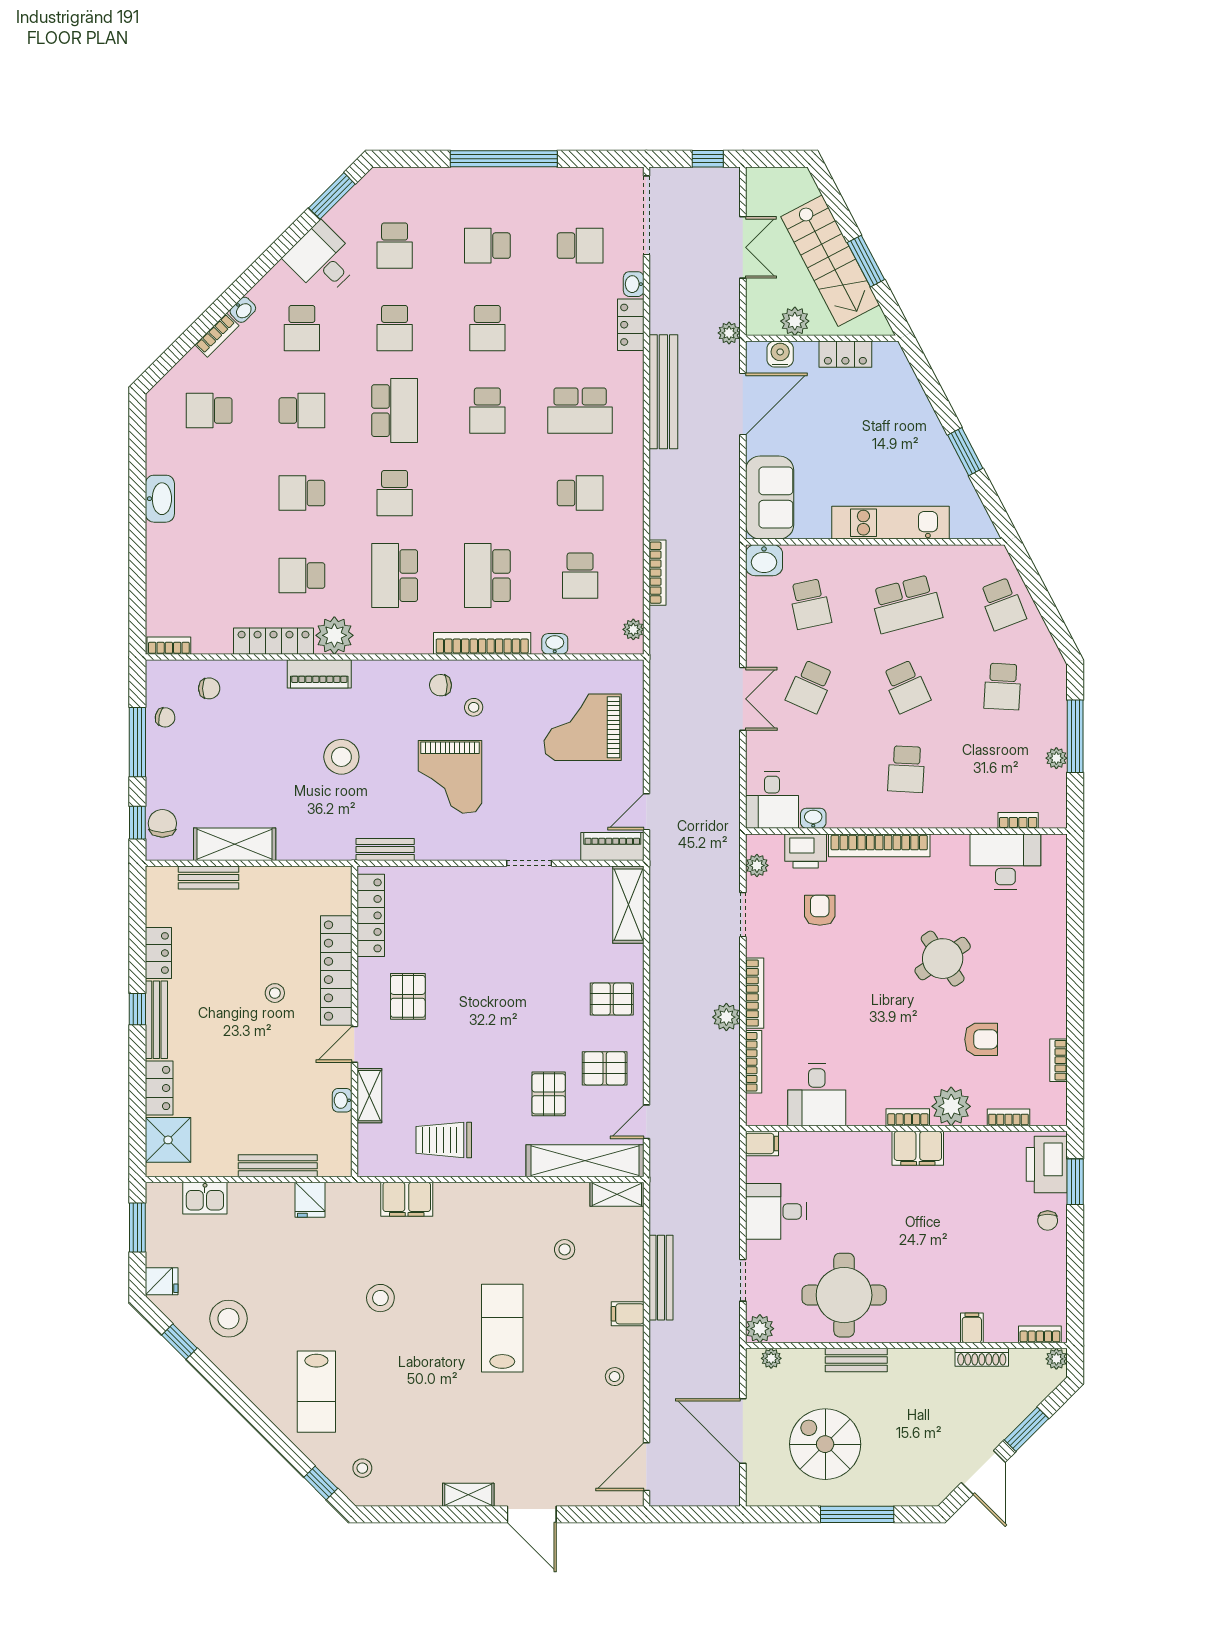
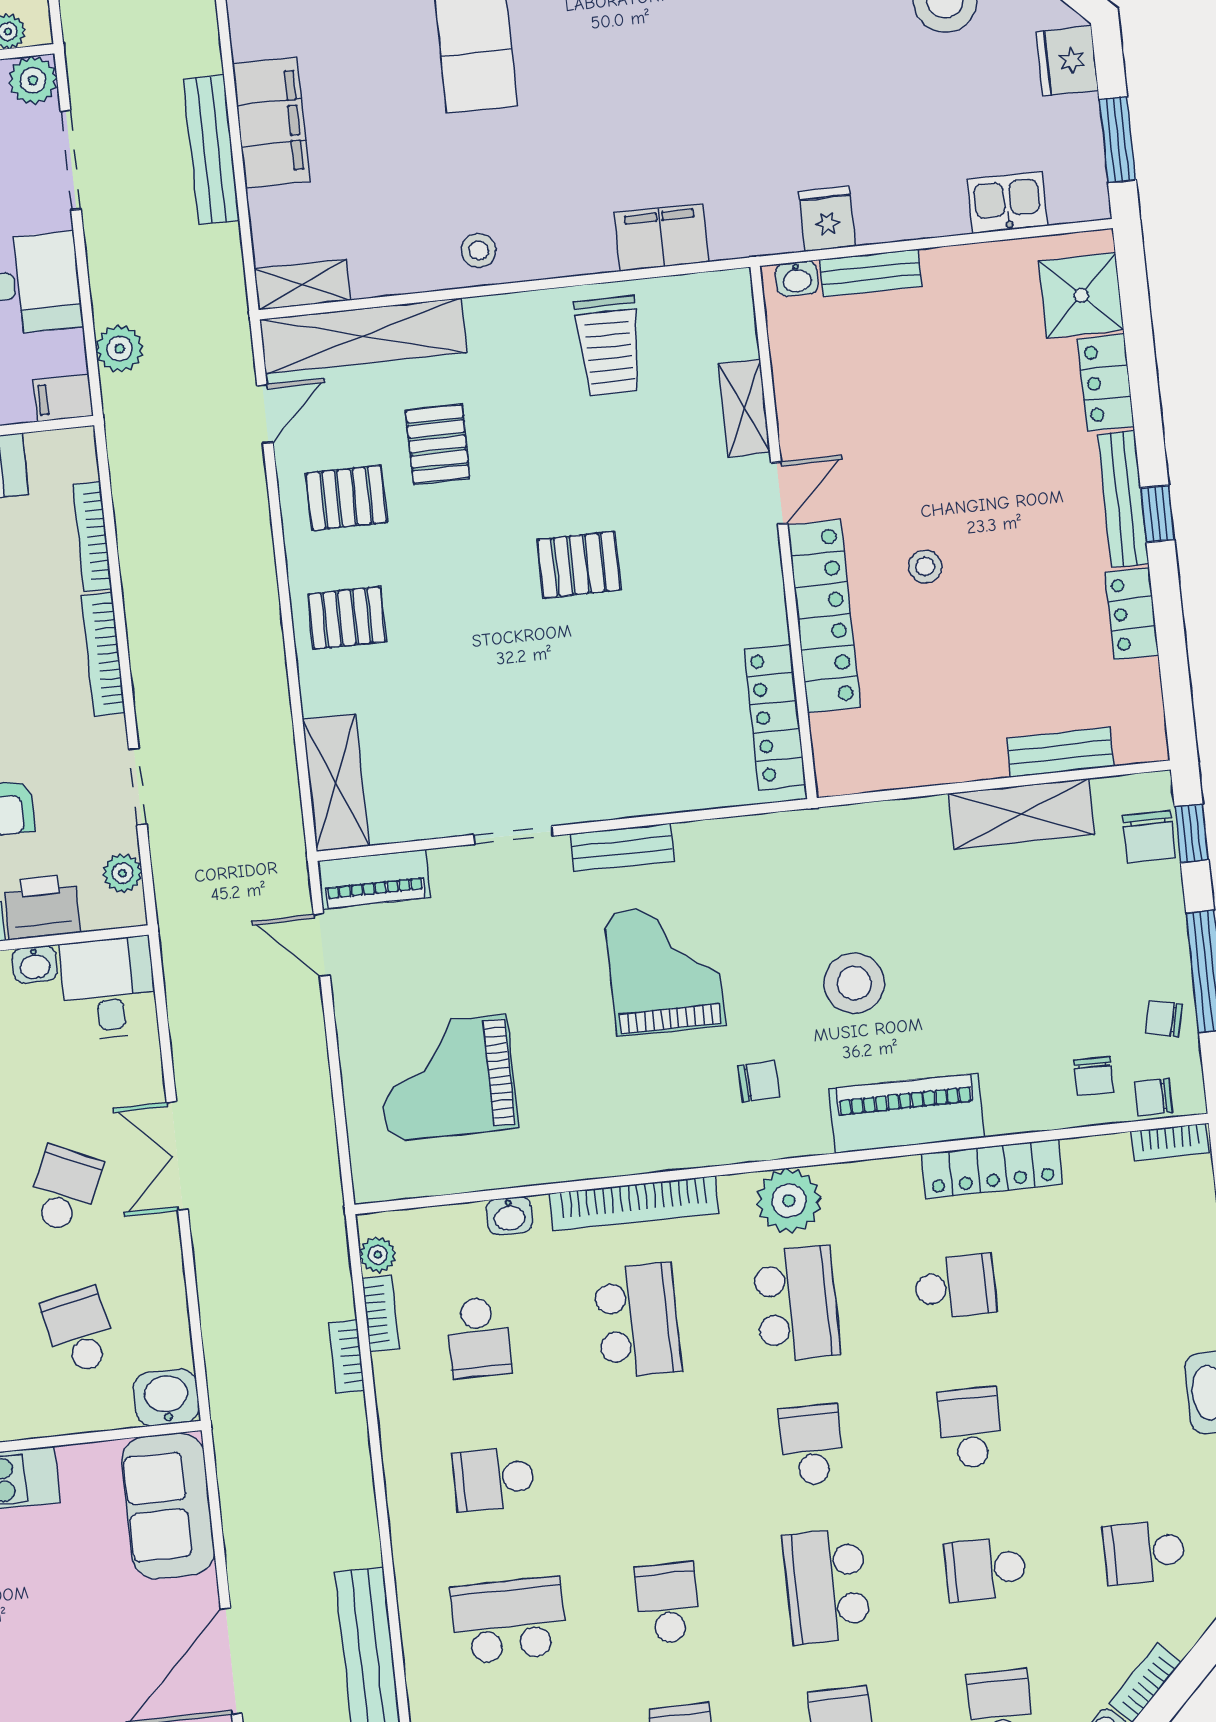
school desk: (209, 411) -> (1144, 1552), turned 180
school desk: (302, 493) -> (970, 1428), turned -90
bookcase: (657, 573) -> (347, 1357), width x0.64
school desk: (580, 576) -> (479, 1337), turned 180
bookcase: (635, 595) -> (381, 1314), added
plant: (334, 635) -> (789, 1201), moved
chair: (176, 673) -> (1153, 1097), added
piano: (319, 674) -> (906, 1113), width x1.37, depth x1.33
chair: (440, 685) -> (759, 1081), moved
chair: (209, 688) -> (1093, 1076), turned -90
stool: (474, 707) -> (637, 1092), removed
grand piano: (583, 727) -> (446, 1078), turned 180
door: (646, 812) -> (322, 945), swing flipped
bench: (385, 850) -> (622, 847), moved
pallet: (408, 996) -> (579, 565), moved, turned 90
plant: (726, 1017) -> (120, 349), moved
washbasin: (342, 1100) -> (797, 279), moved, turned 90
trolley: (444, 1140) -> (609, 346), turned 90
bench: (278, 1166) -> (871, 273), width x0.73
stool: (565, 1249) -> (479, 250), moved
doorway: (743, 1280) -> (71, 160), width x1.38
fridge: (162, 1281) -> (1067, 61), width x1.38
stool: (380, 1298) -> (688, 63), removed
filing cabinet: (628, 1314) -> (271, 123), width x3.00, depth x1.17

